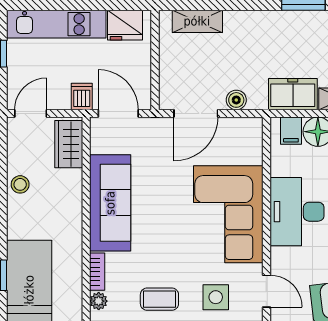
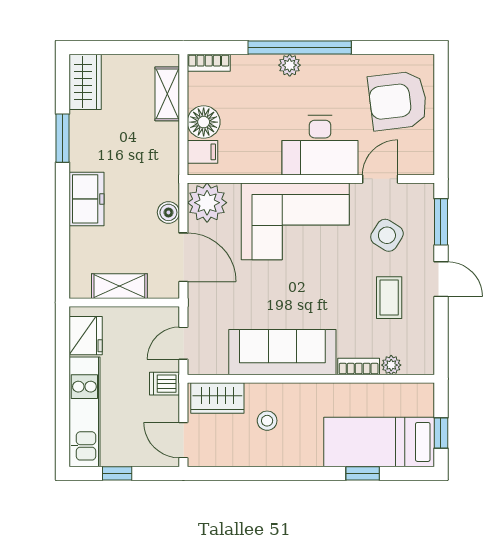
shelving: (197, 21) -> (119, 286), moved, turned 90
freezer: (293, 94) -> (86, 199), moved, turned 180
door: (118, 113) -> (183, 343), width x0.73
plant: (245, 135) -> (207, 203), added
stool: (20, 184) -> (267, 421), moved
desk: (297, 212) -> (320, 145), moved
side table: (216, 297) -> (387, 235), turned 32

